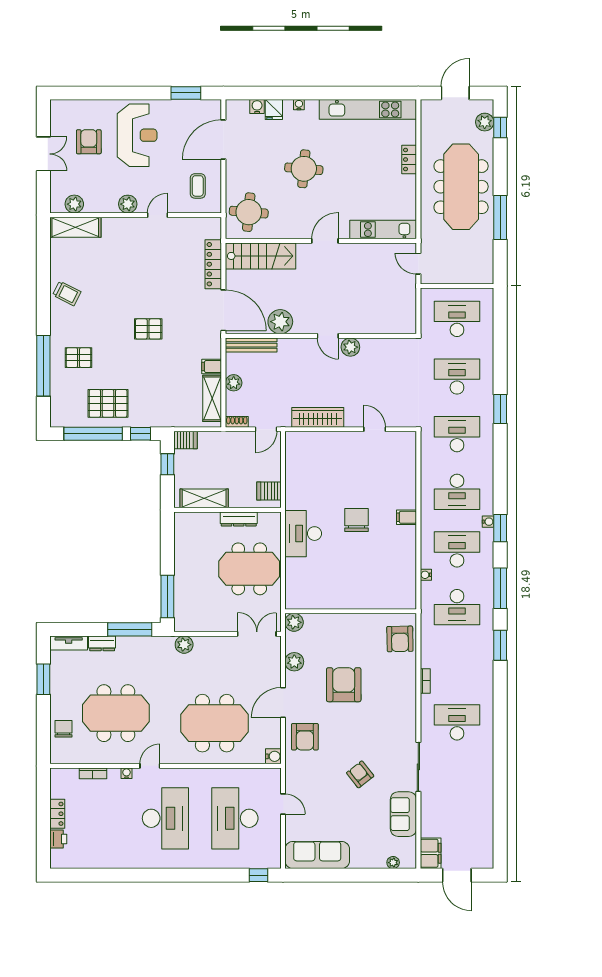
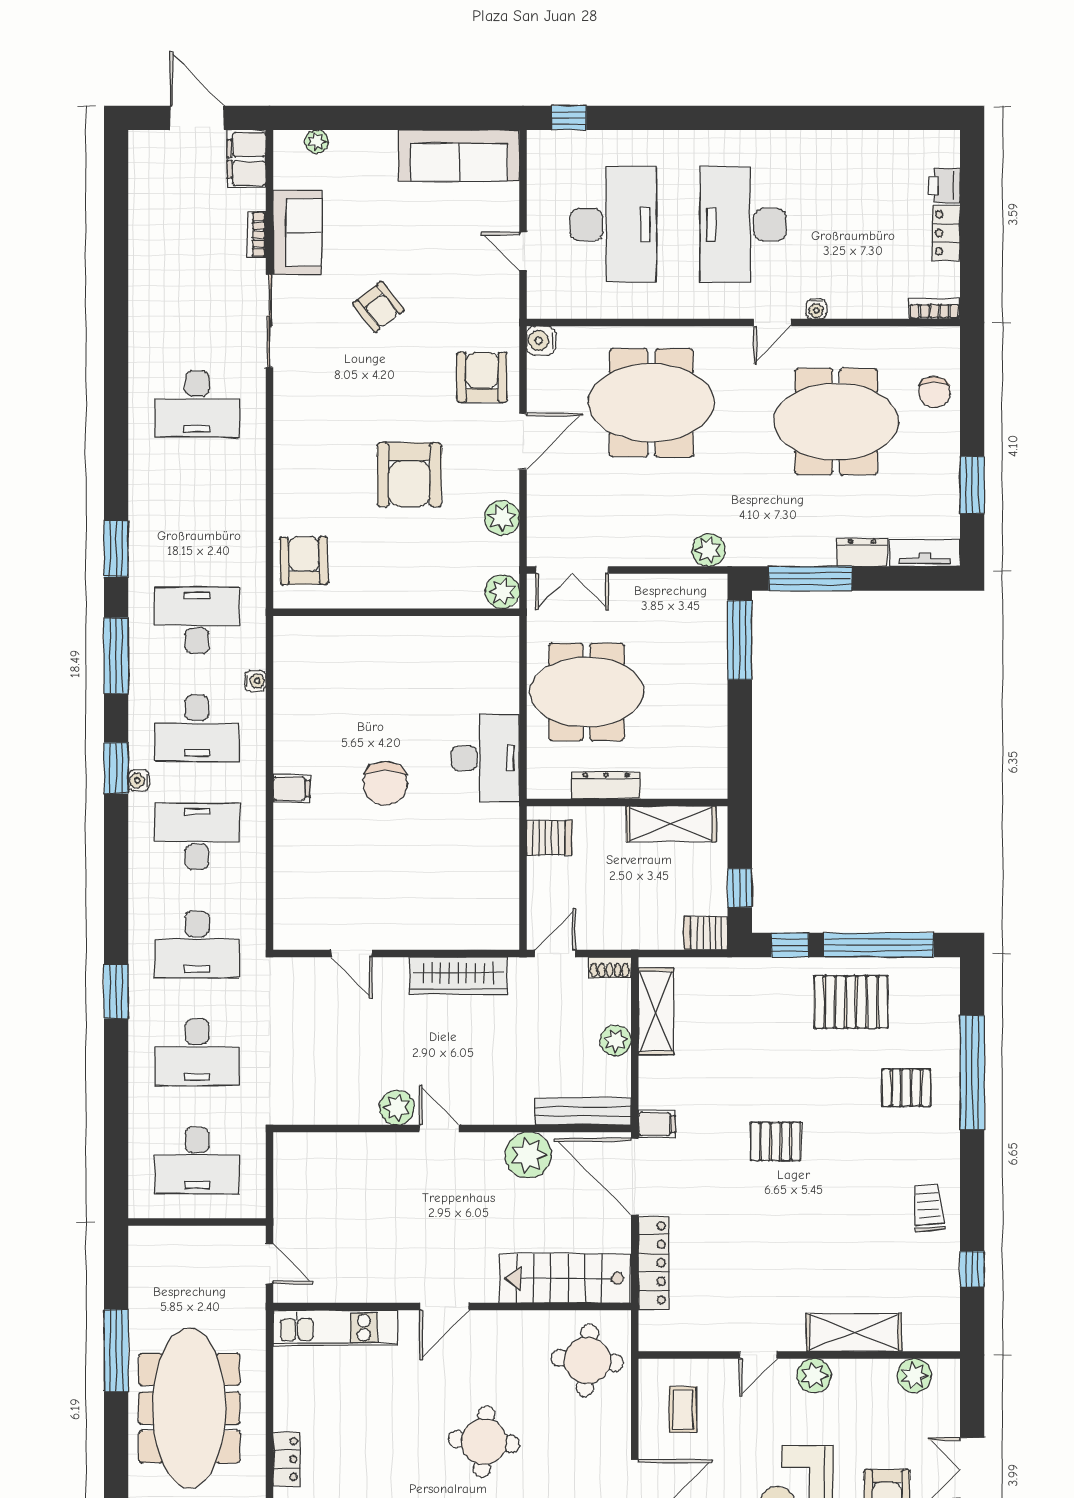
shelving: (75, 227) -> (854, 1332), moved
window: (43, 261) -> (972, 1269), added
trolley: (67, 293) -> (928, 1208), turned 58
filing cabinet: (212, 367) -> (657, 1124), moved
bookcase: (425, 681) -> (256, 235), moved
bookcase: (93, 773) -> (934, 309), moved

